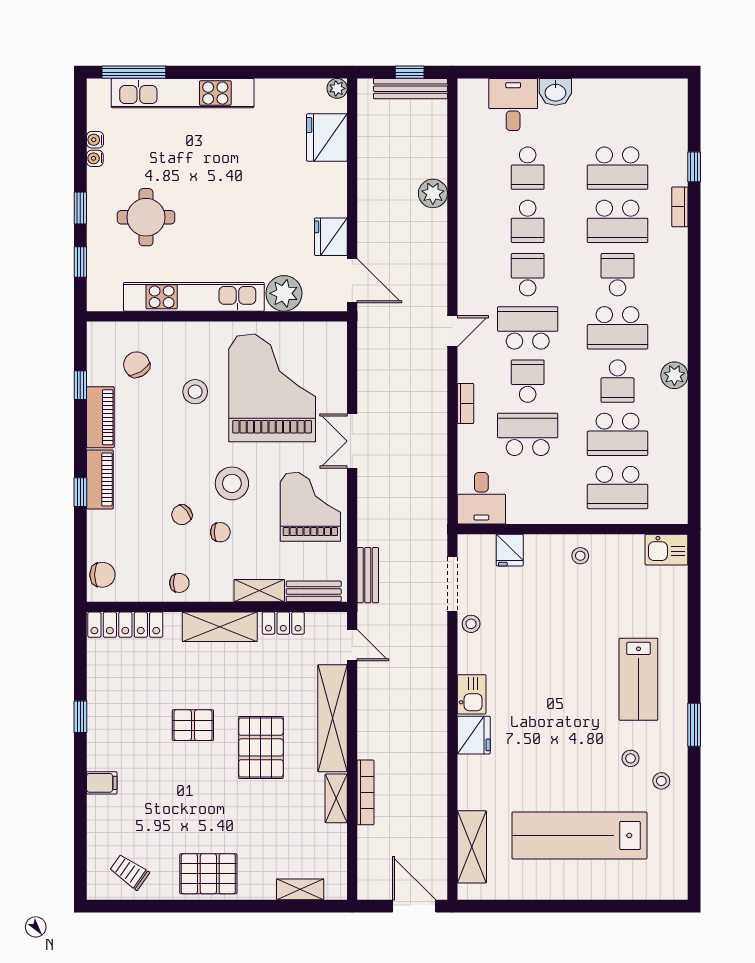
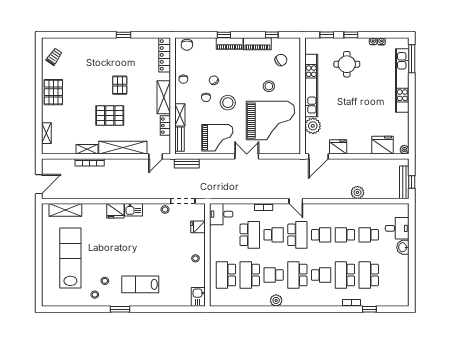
filing cabinet: (102, 783) -> (94, 44), removed

